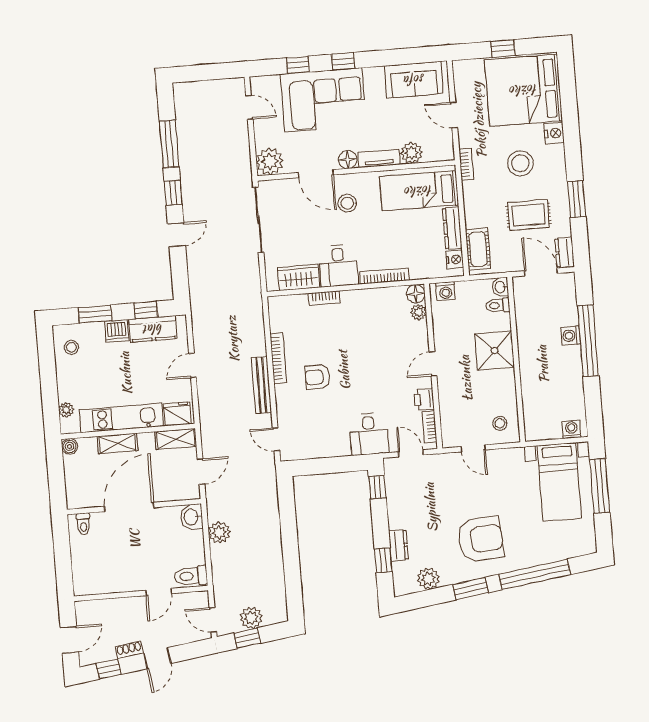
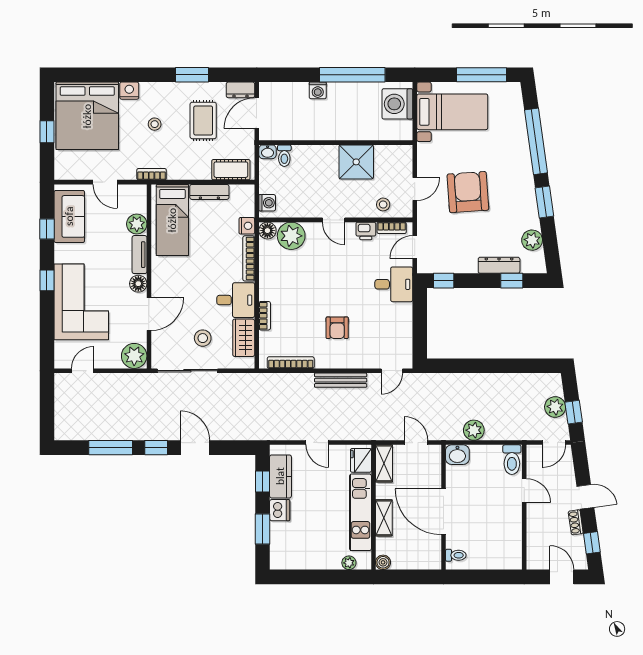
window: (298, 65) -> (47, 229), moved
door: (454, 115) -> (105, 182), hinge flipped
stool: (520, 163) -> (155, 124), width x0.53, depth x0.53
stool: (347, 203) -> (203, 338), moved
door: (177, 235) -> (195, 448), width x1.38
nightstand: (455, 260) -> (247, 226), moved, turned 90
plant: (419, 312) -> (291, 236), width x1.87, depth x1.87
window: (588, 341) -> (352, 75), moved
stool: (71, 347) -> (291, 553), removed
shower: (495, 351) -> (356, 162), moved
bookcase: (278, 358) -> (291, 363), moved
stool: (500, 423) -> (383, 204), moved
washing machine: (571, 429) -> (397, 104), width x1.89, depth x1.89
window: (600, 486) -> (482, 75), moved
armchair: (481, 539) -> (468, 192), moved
dresser: (399, 545) -> (499, 265), width x1.44

